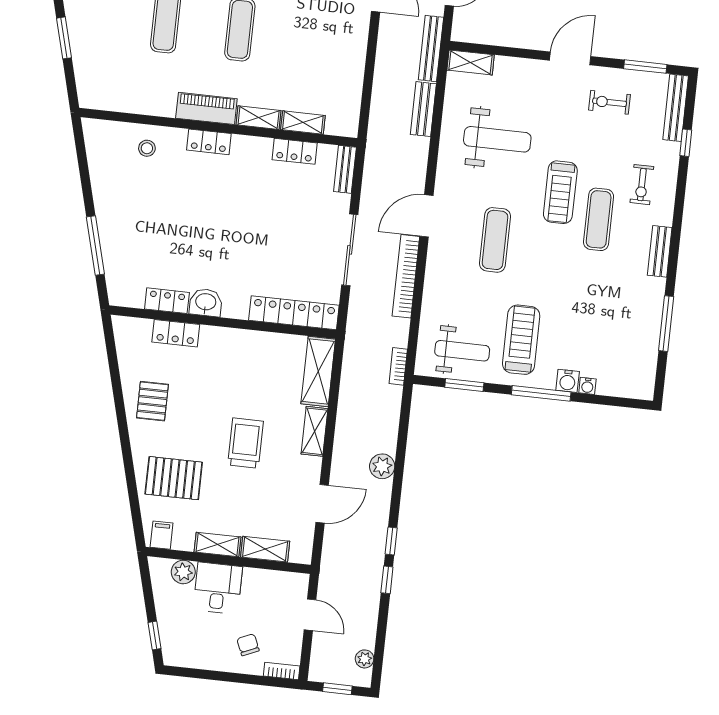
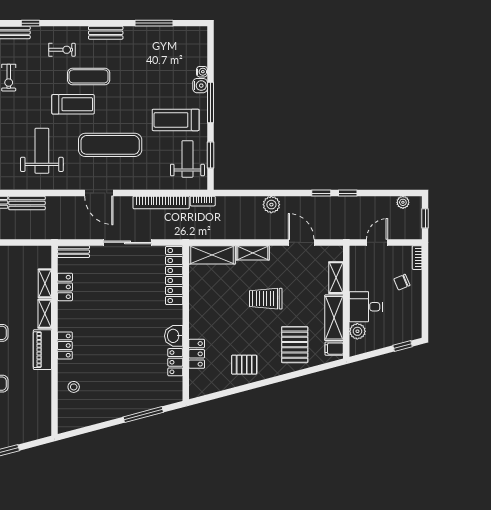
exercise mat: (495, 240) -> (110, 145), width x1.36, depth x1.45
bookcase: (406, 276) -> (161, 202), moved
shelving: (218, 545) -> (334, 318), width x1.50, depth x1.33

